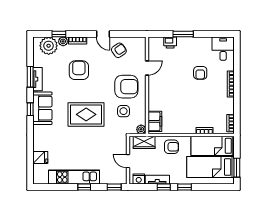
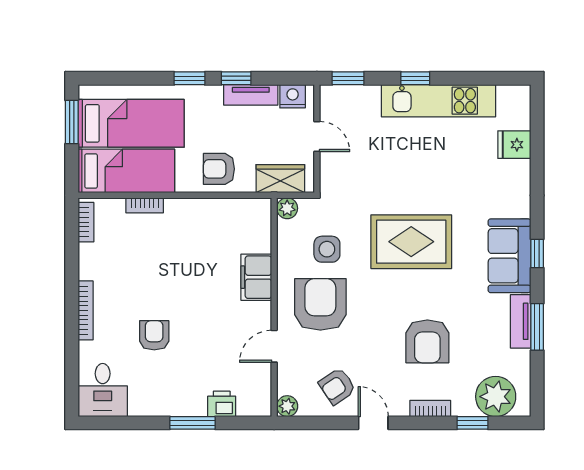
plant: (63, 41) -> (287, 406), moved
armchair: (126, 87) -> (320, 304), turned 90
filing cabinet: (155, 121) -> (256, 277), moved

